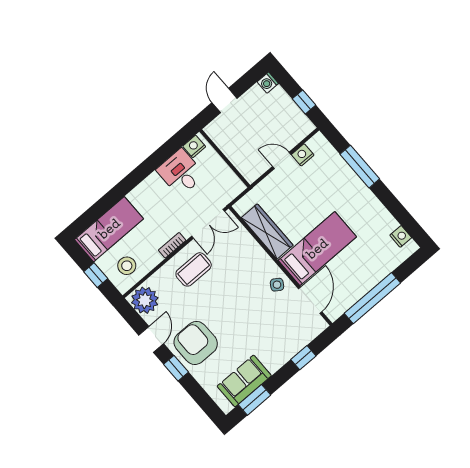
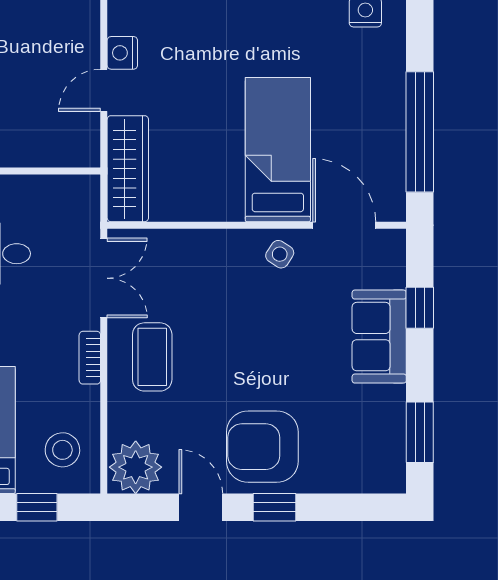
wardrobe: (267, 231) -> (128, 169), moved, turned 90
sofa: (244, 381) -> (379, 337), moved

